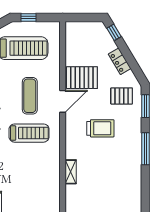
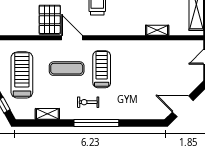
shelving: (71, 172) -> (157, 30), moved

